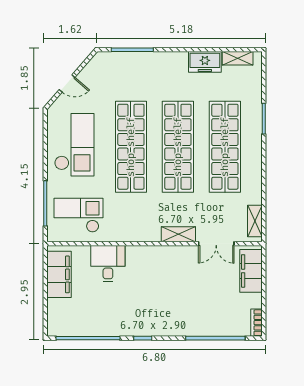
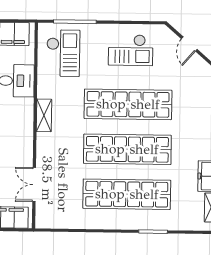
checkout: (74, 145) -> (131, 50), width x0.73, depth x0.83
shelving: (255, 221) -> (55, 222), removed
shelving: (178, 234) -> (44, 115), moved

